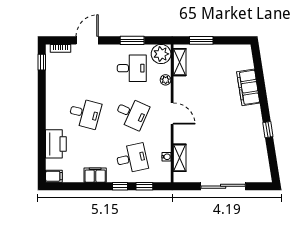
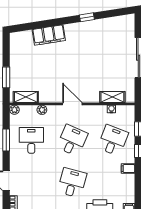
plant: (161, 54) -> (14, 110), width x0.53, depth x0.53
door: (172, 114) -> (72, 104), hinge flipped
desk: (132, 158) -> (113, 140), turned 33
filing cabinet: (95, 175) -> (128, 169), width x0.50

